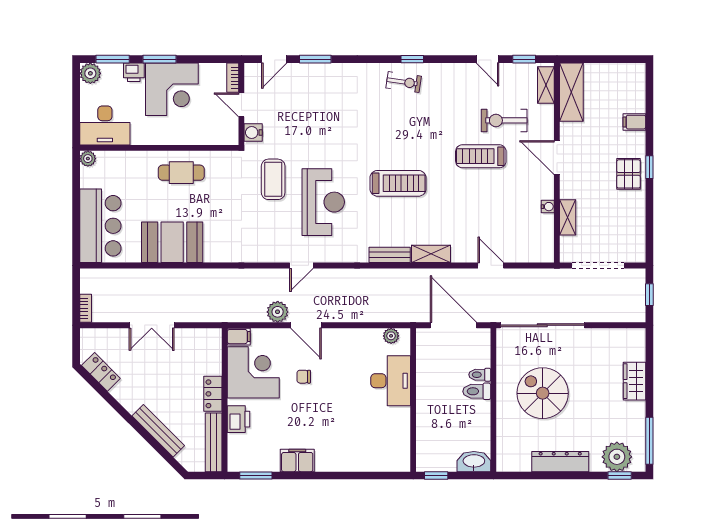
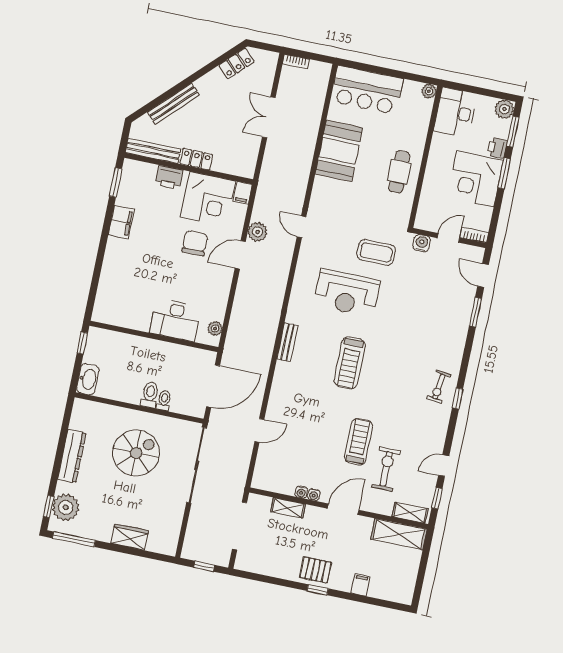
water cooler: (548, 193) -> (314, 495), added
shelving: (431, 254) -> (281, 379), removed
door: (301, 265) -> (302, 227), moved
chair: (304, 377) -> (195, 243), width x1.87, depth x1.87

